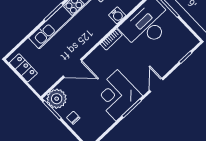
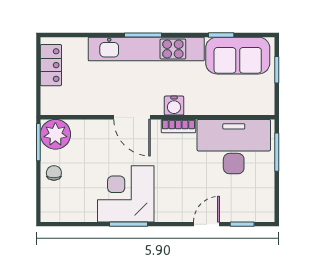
water cooler: (117, 15) -> (174, 106), moved
door: (72, 68) -> (132, 117), moved
door: (156, 85) -> (206, 224), moved

